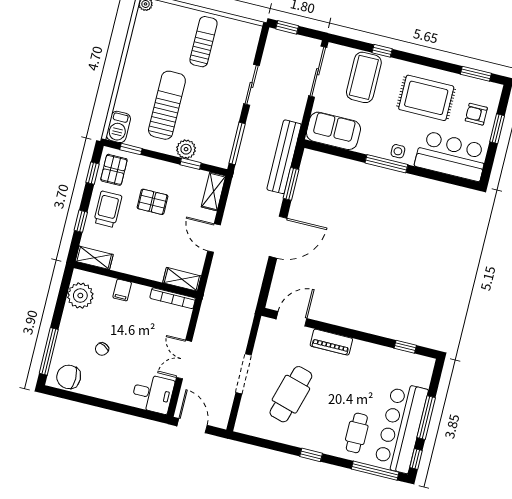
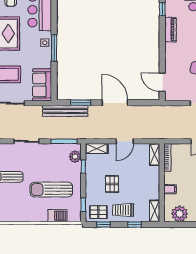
barbecue: (118, 127) -> (57, 216), moved
plant: (186, 149) -> (75, 157), moved
piano: (331, 342) -> (170, 30), moved

